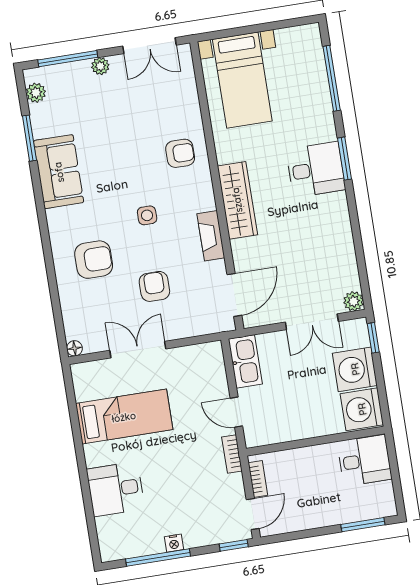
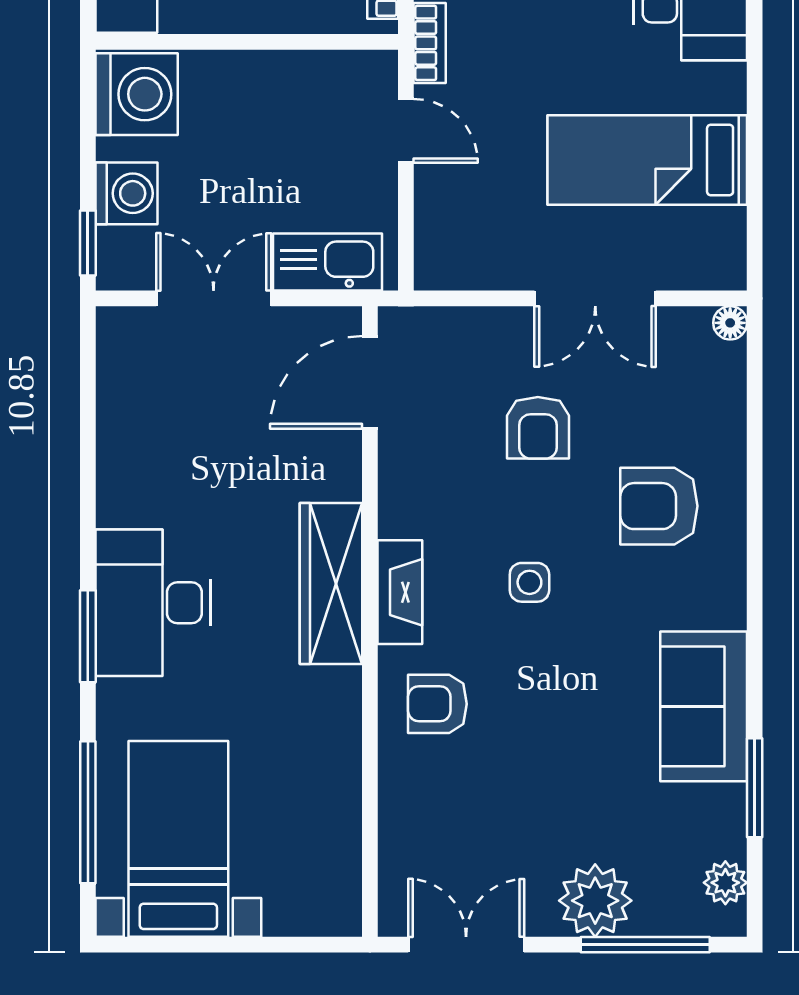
plant: (100, 66) -> (595, 901), width x1.87, depth x1.87
bed with nightstands: (242, 80) -> (178, 839), moved
desk: (316, 169) -> (153, 603), width x1.37
fireplace: (211, 236) -> (400, 592), moved
plant: (354, 301) -> (117, 328), removed
kitchen sink: (245, 361) -> (328, 262), moved, turned 90
washing machine: (355, 369) -> (127, 193), width x0.73, depth x0.73

